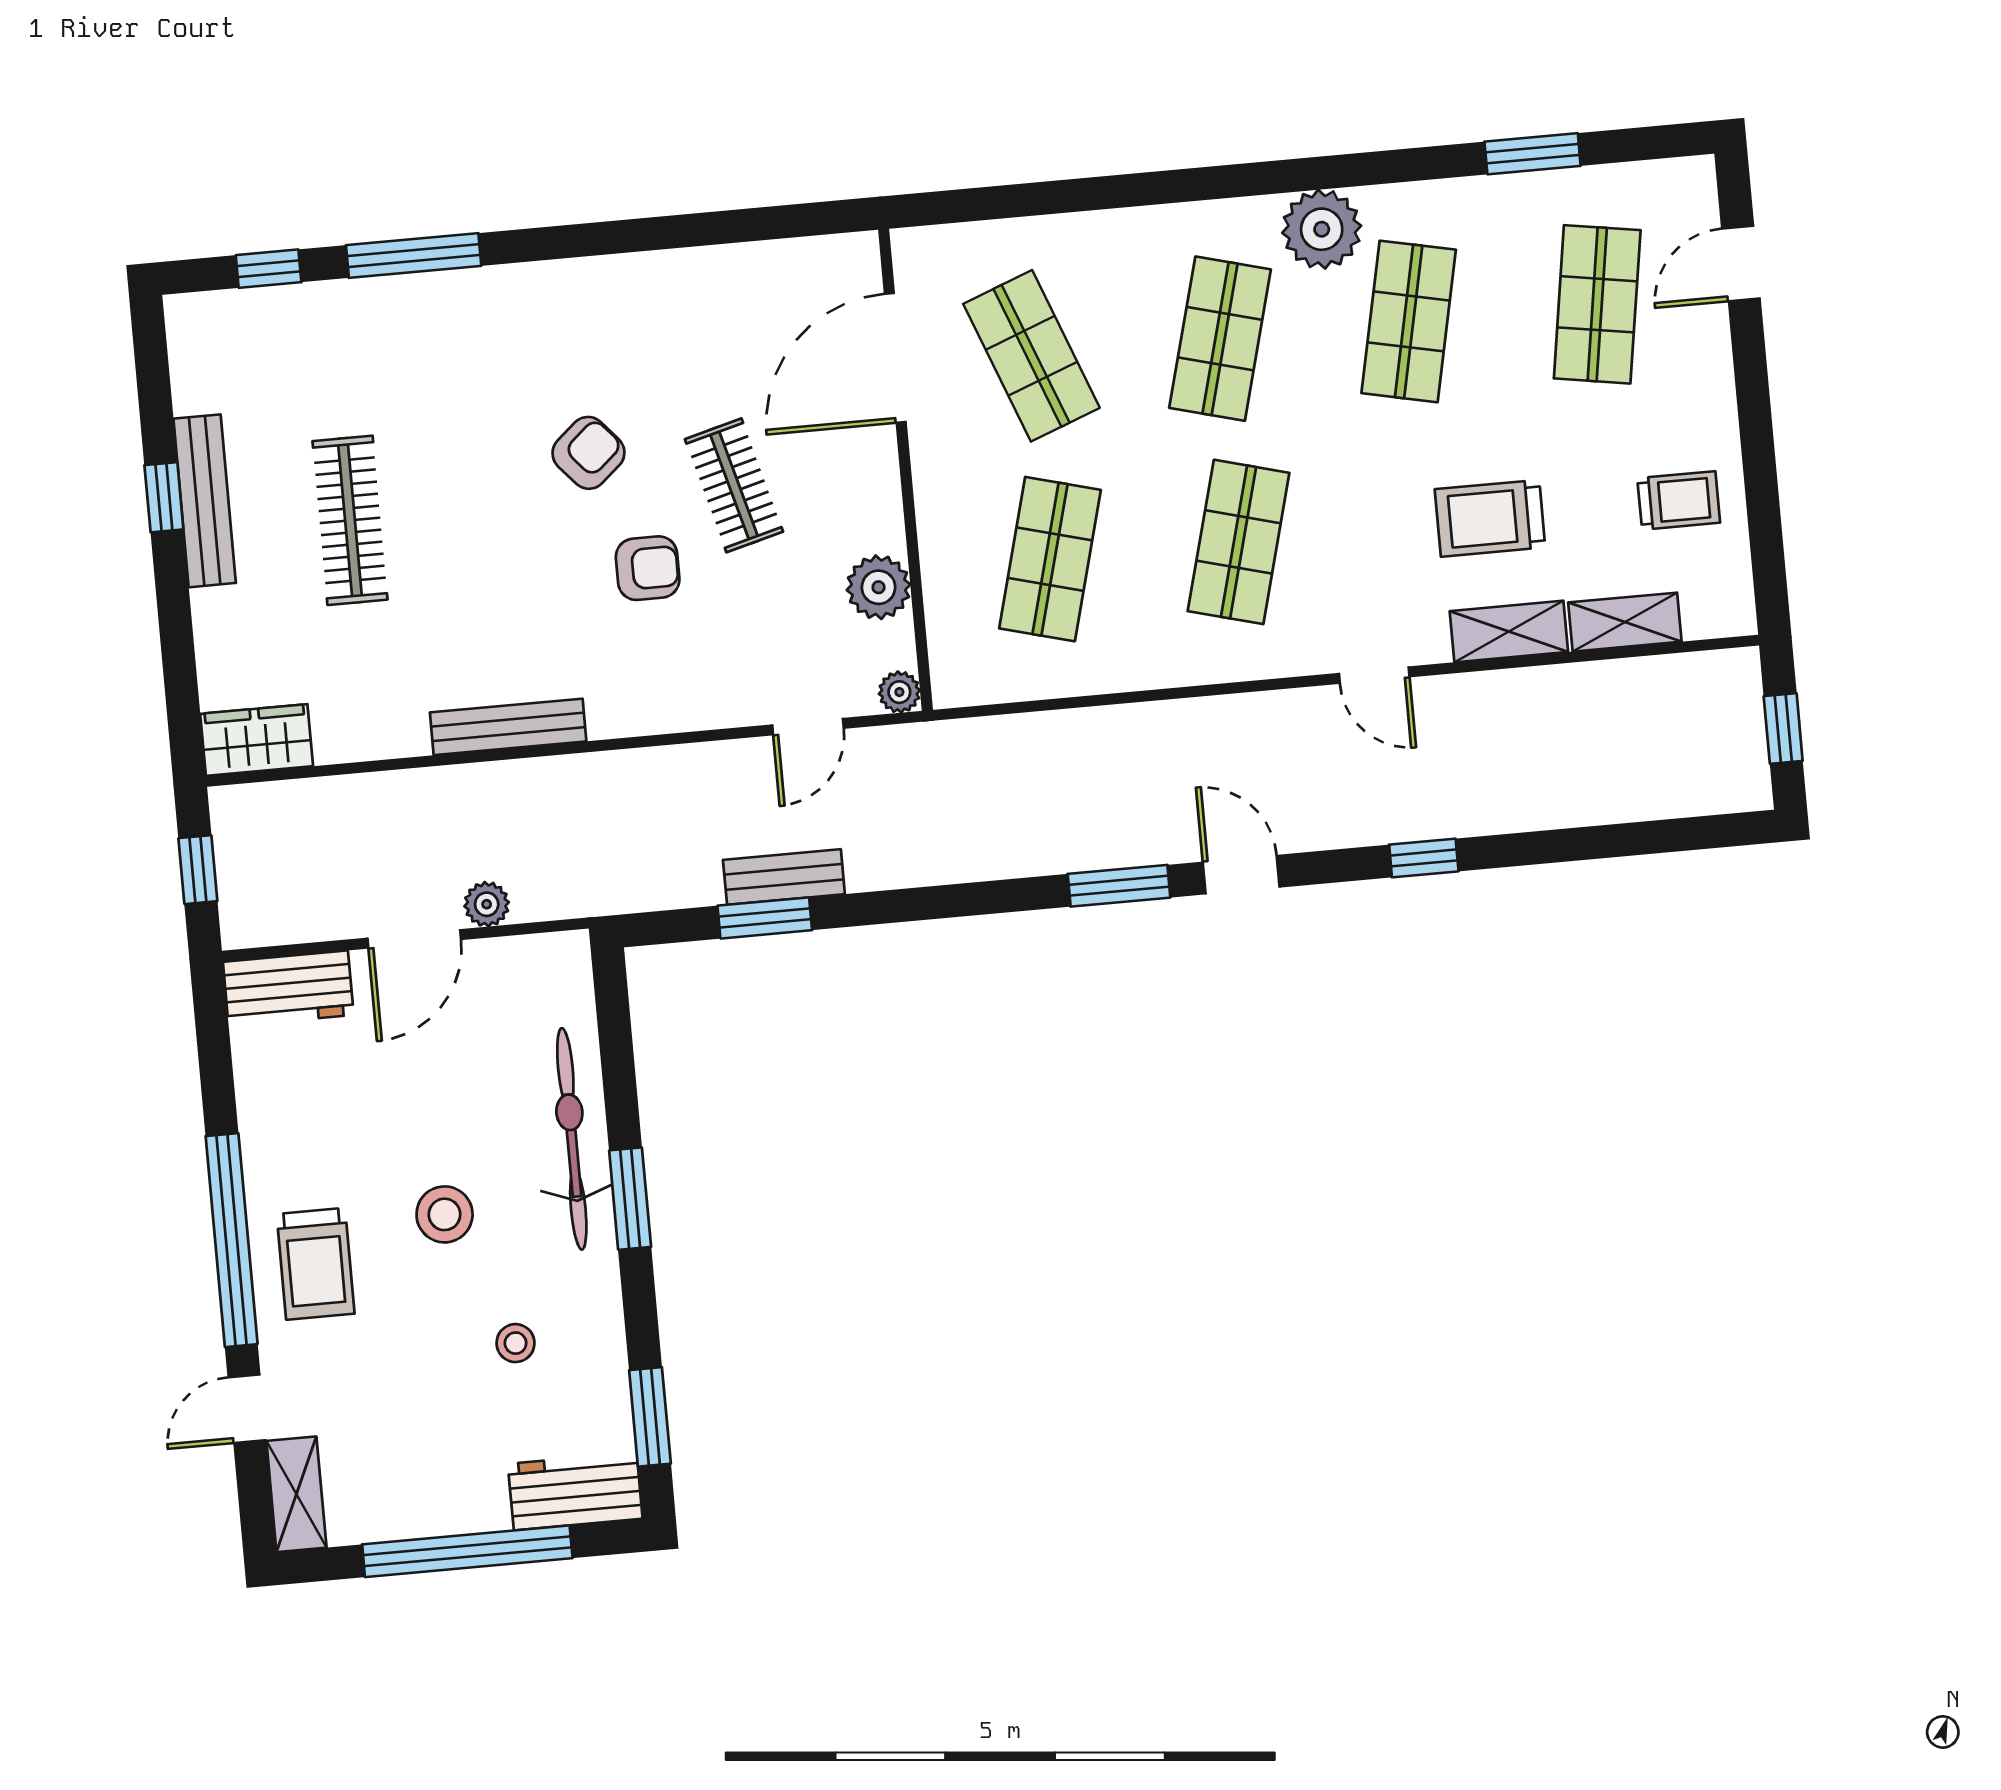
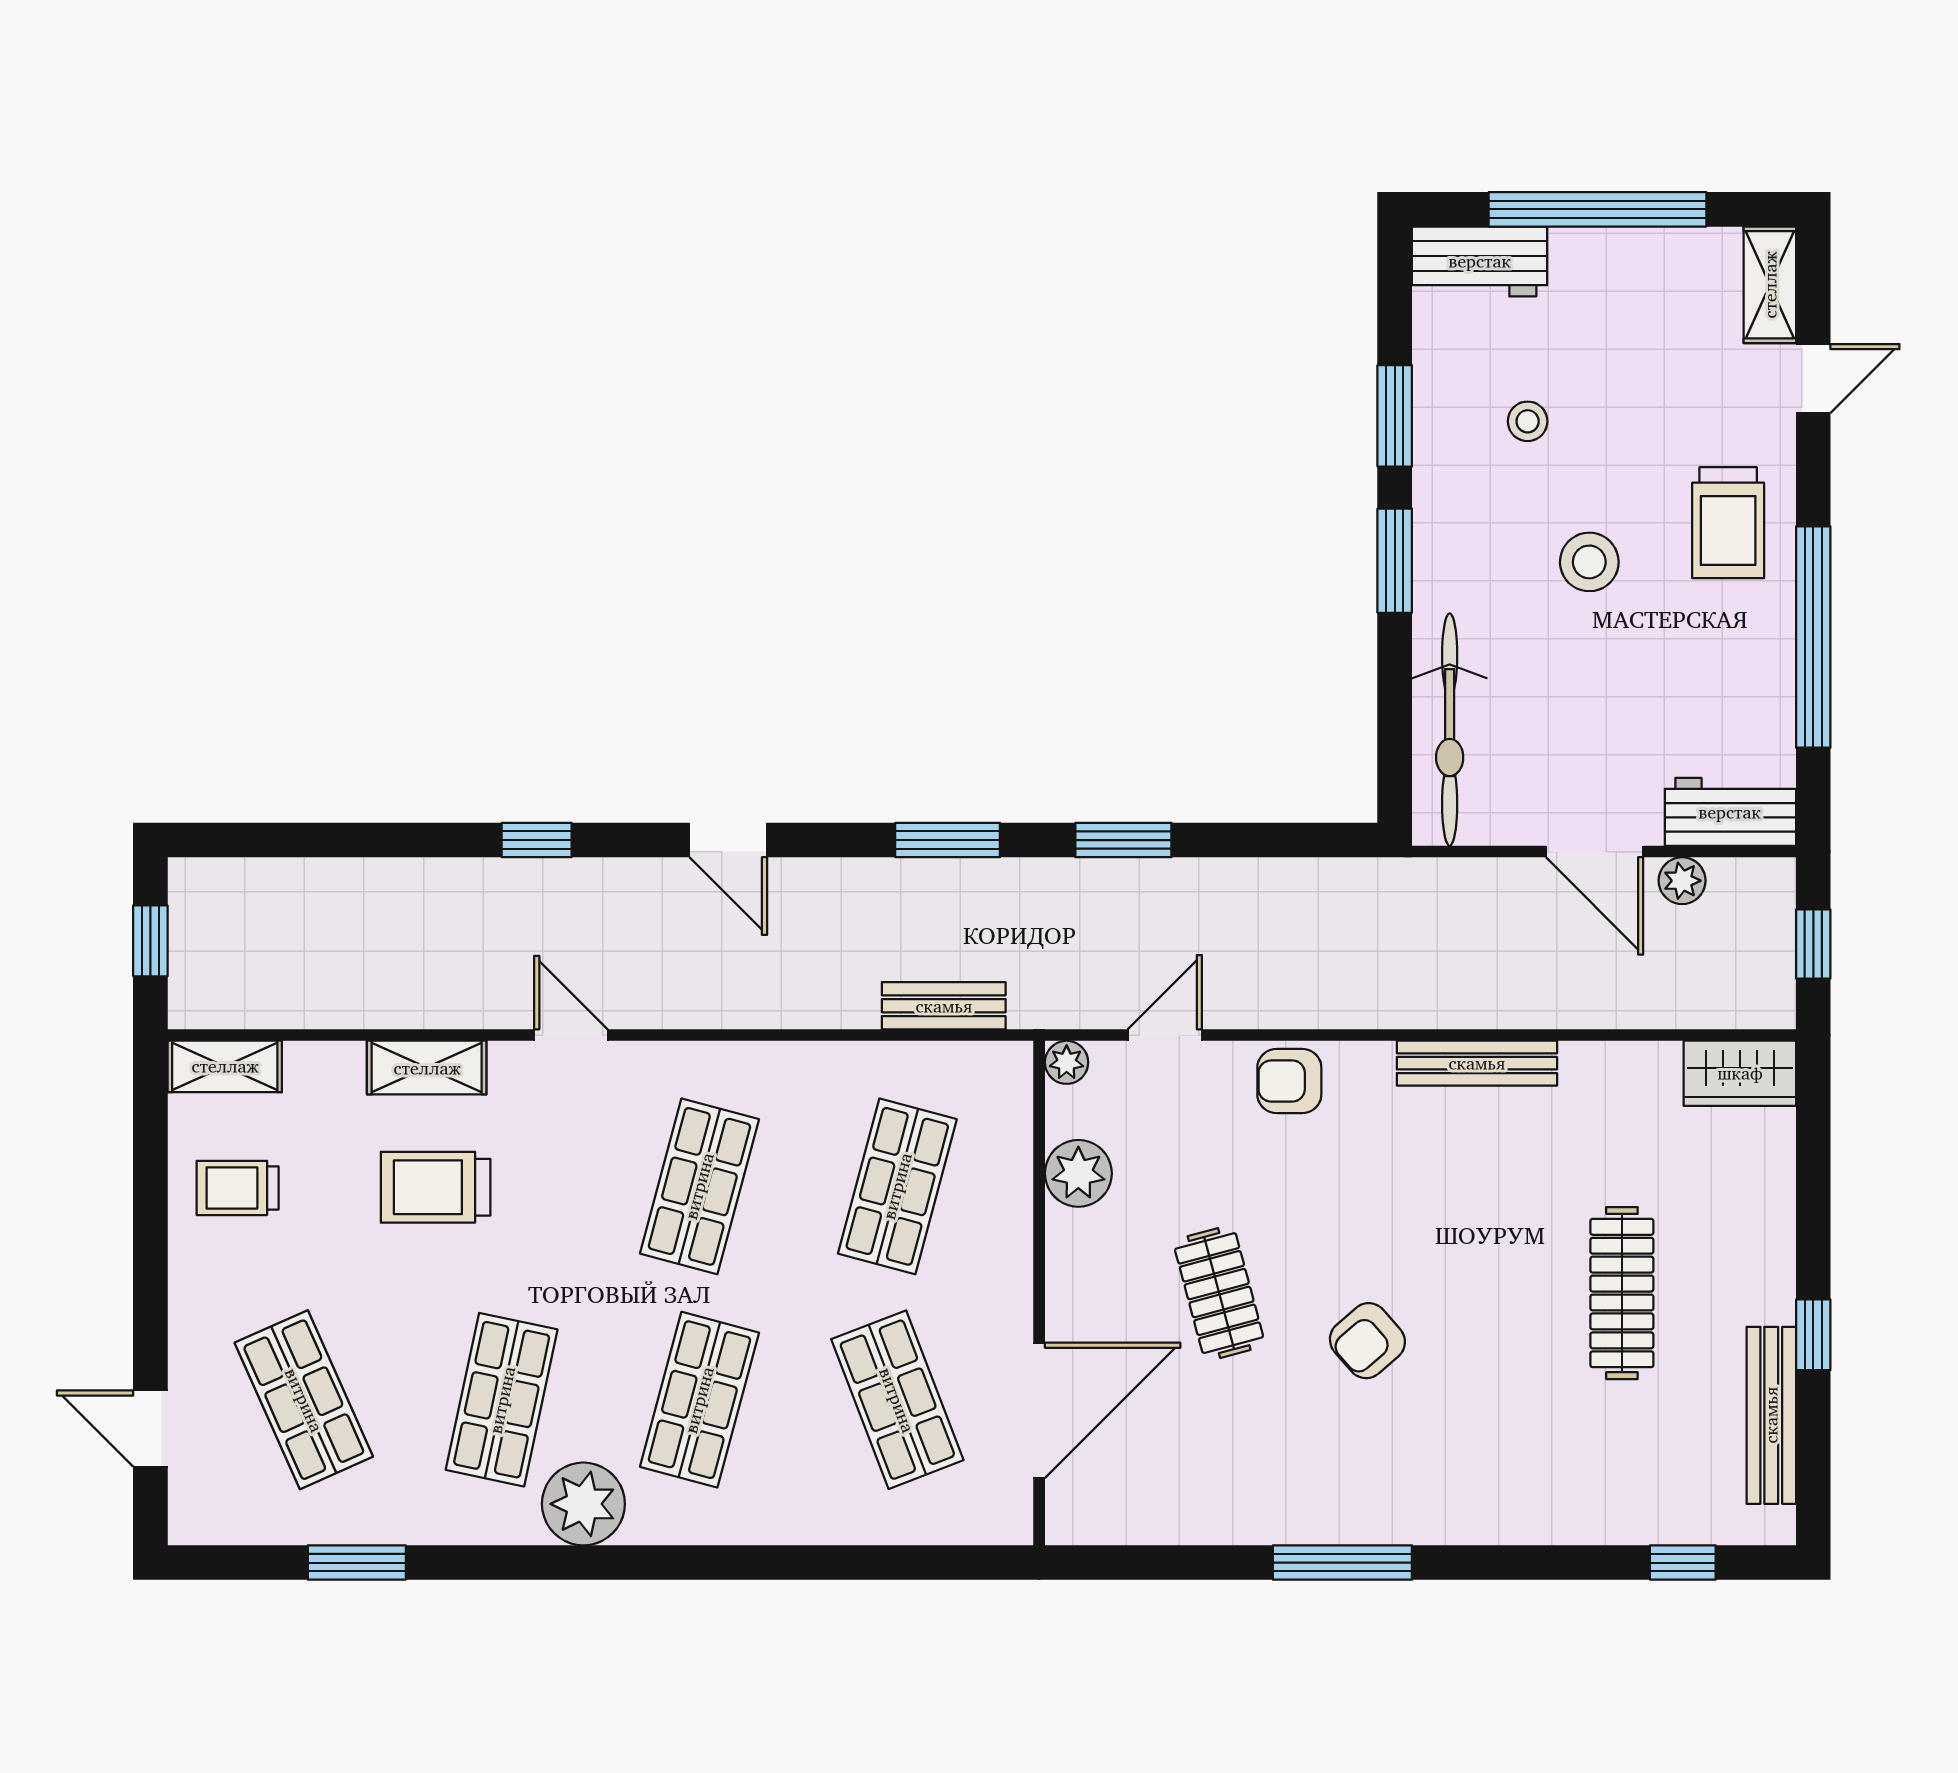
window: (414, 256) -> (1342, 1563), moved
door: (1741, 263) -> (150, 1429), swing flipped
shop shelf: (1597, 304) -> (304, 1400), turned -33
bench: (205, 501) -> (1771, 1415), moved
trolley: (1490, 518) -> (436, 1187), turned 180
armchair: (648, 568) -> (1289, 1081), moved
shelving: (1625, 622) -> (225, 1066), moved
bench: (784, 877) -> (944, 1006), moved
window: (1119, 886) -> (948, 840), moved
plant: (487, 904) -> (1682, 881), moved
window: (765, 918) -> (1123, 840), moved
door: (414, 939) -> (1595, 852), swing flipped
bicycle: (572, 1139) -> (1450, 730), moved
window: (232, 1240) -> (1813, 637), moved
trolley: (316, 1264) -> (1728, 523), turned 180
window: (650, 1417) -> (1395, 416), moved

